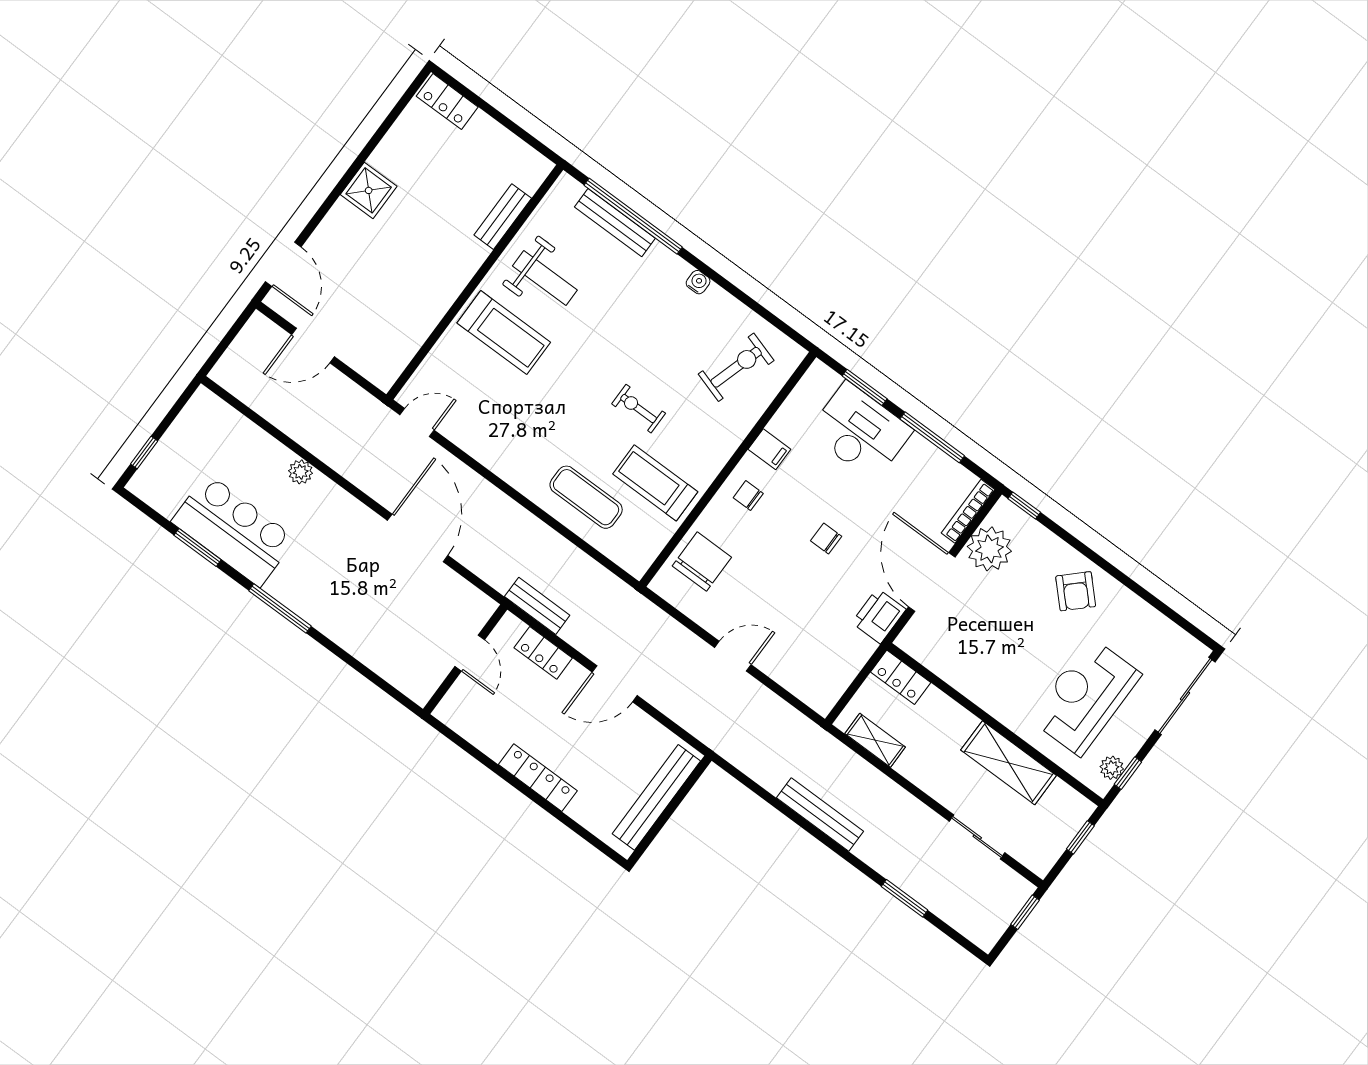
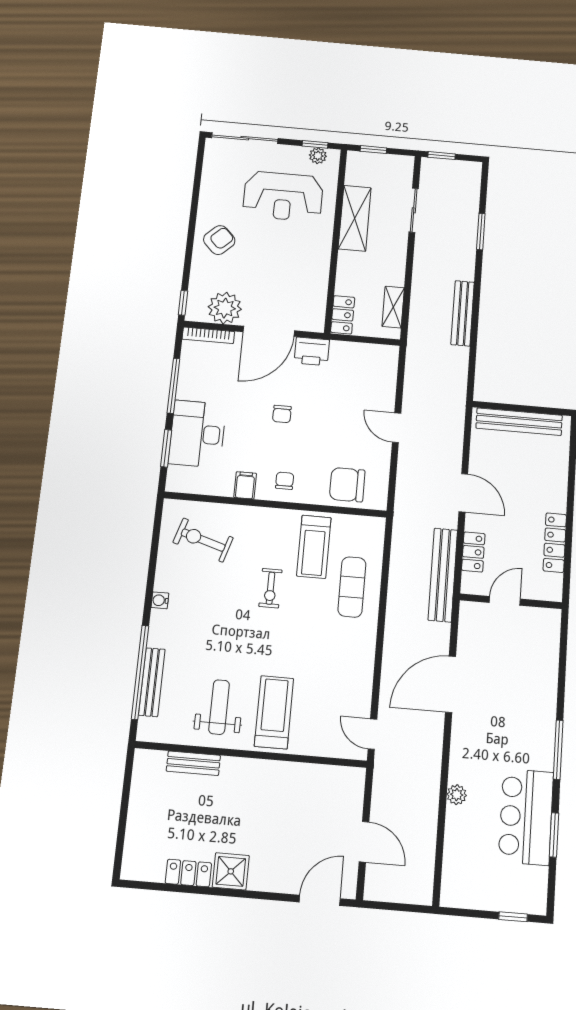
locker: (447, 102) -> (188, 873), moved, turned -90
chair: (748, 496) -> (285, 481), turned 180
bench: (537, 606) -> (443, 575), width x1.86, depth x1.21
locker: (538, 778) -> (555, 543), moved

